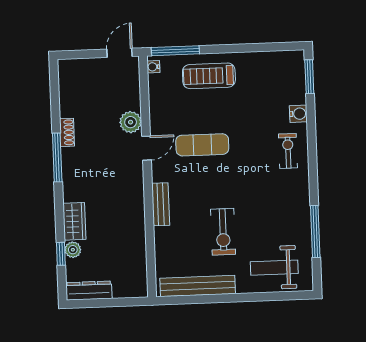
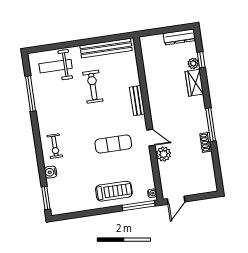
door: (146, 148) -> (151, 138), swing flipped
weight bench: (274, 268) -> (56, 66), turned 180

